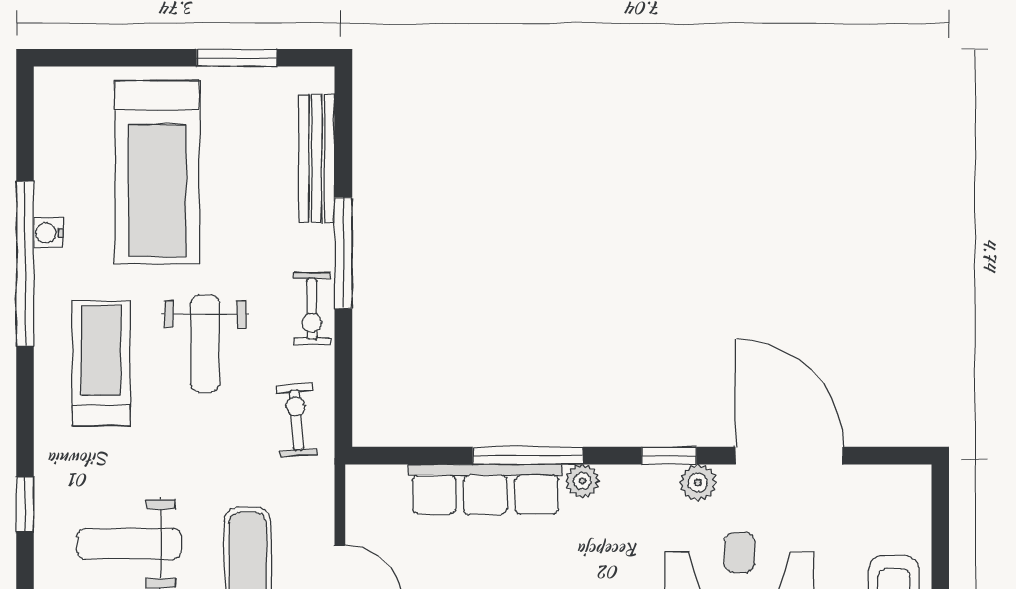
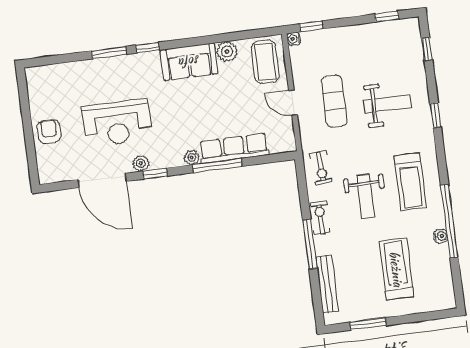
treadmill: (157, 172) -> (396, 269), width x0.73, depth x0.73
weight bench: (205, 343) -> (366, 196), turned 180

